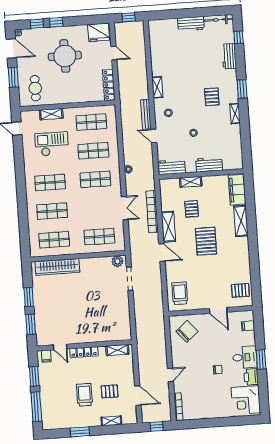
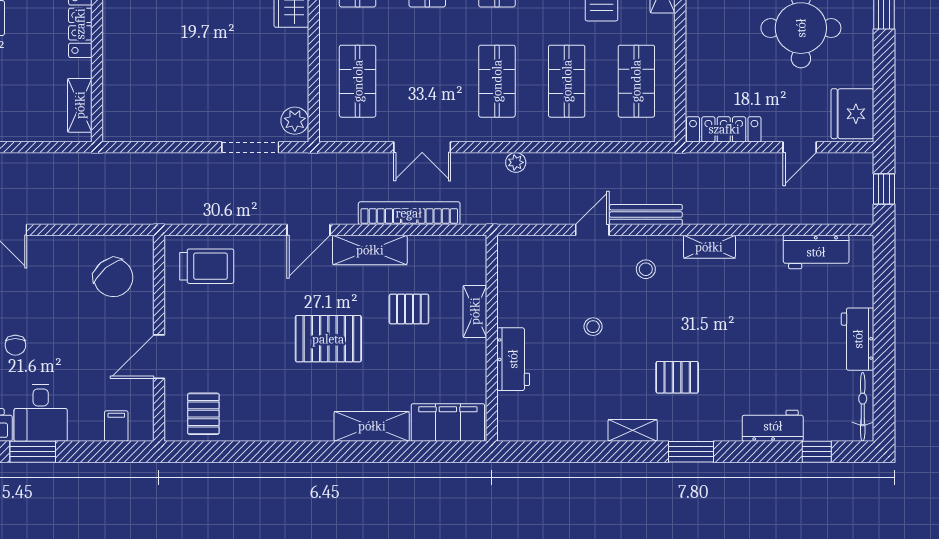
workbench: (172, 167) -> (816, 252), moved, turned 90

